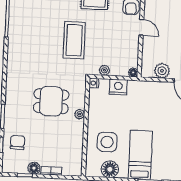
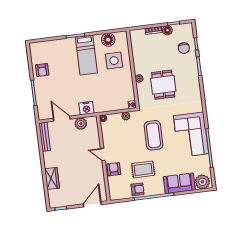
corner sofa: (27, 33) -> (191, 135), added
nightstand: (118, 87) -> (86, 108), moved
dining table: (51, 101) -> (163, 85), turned 90

